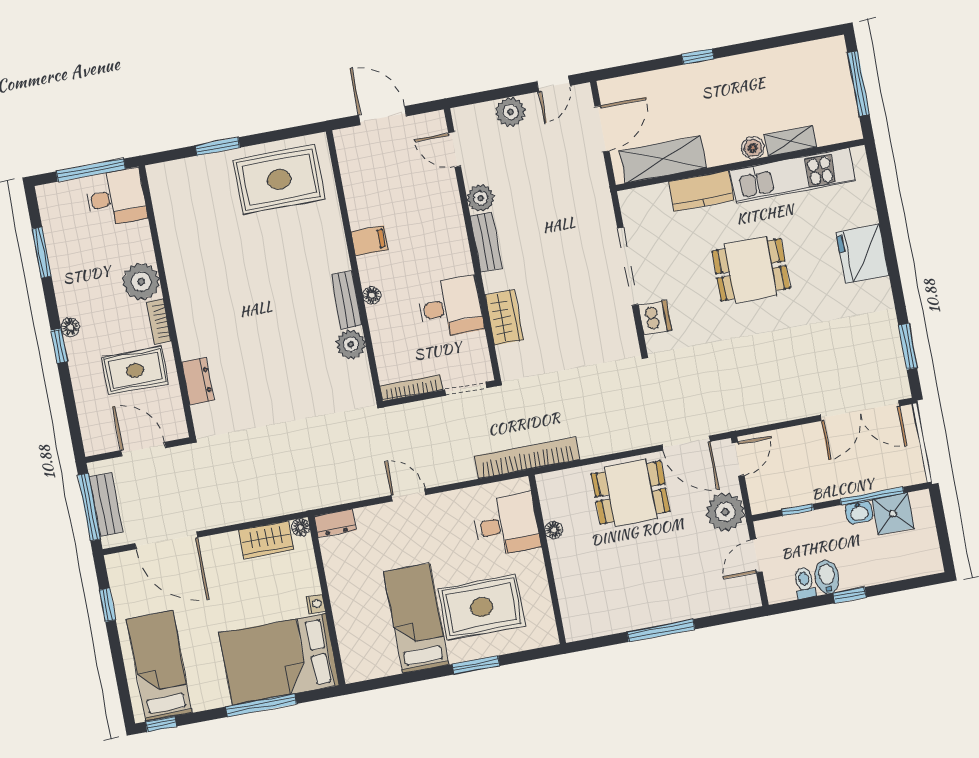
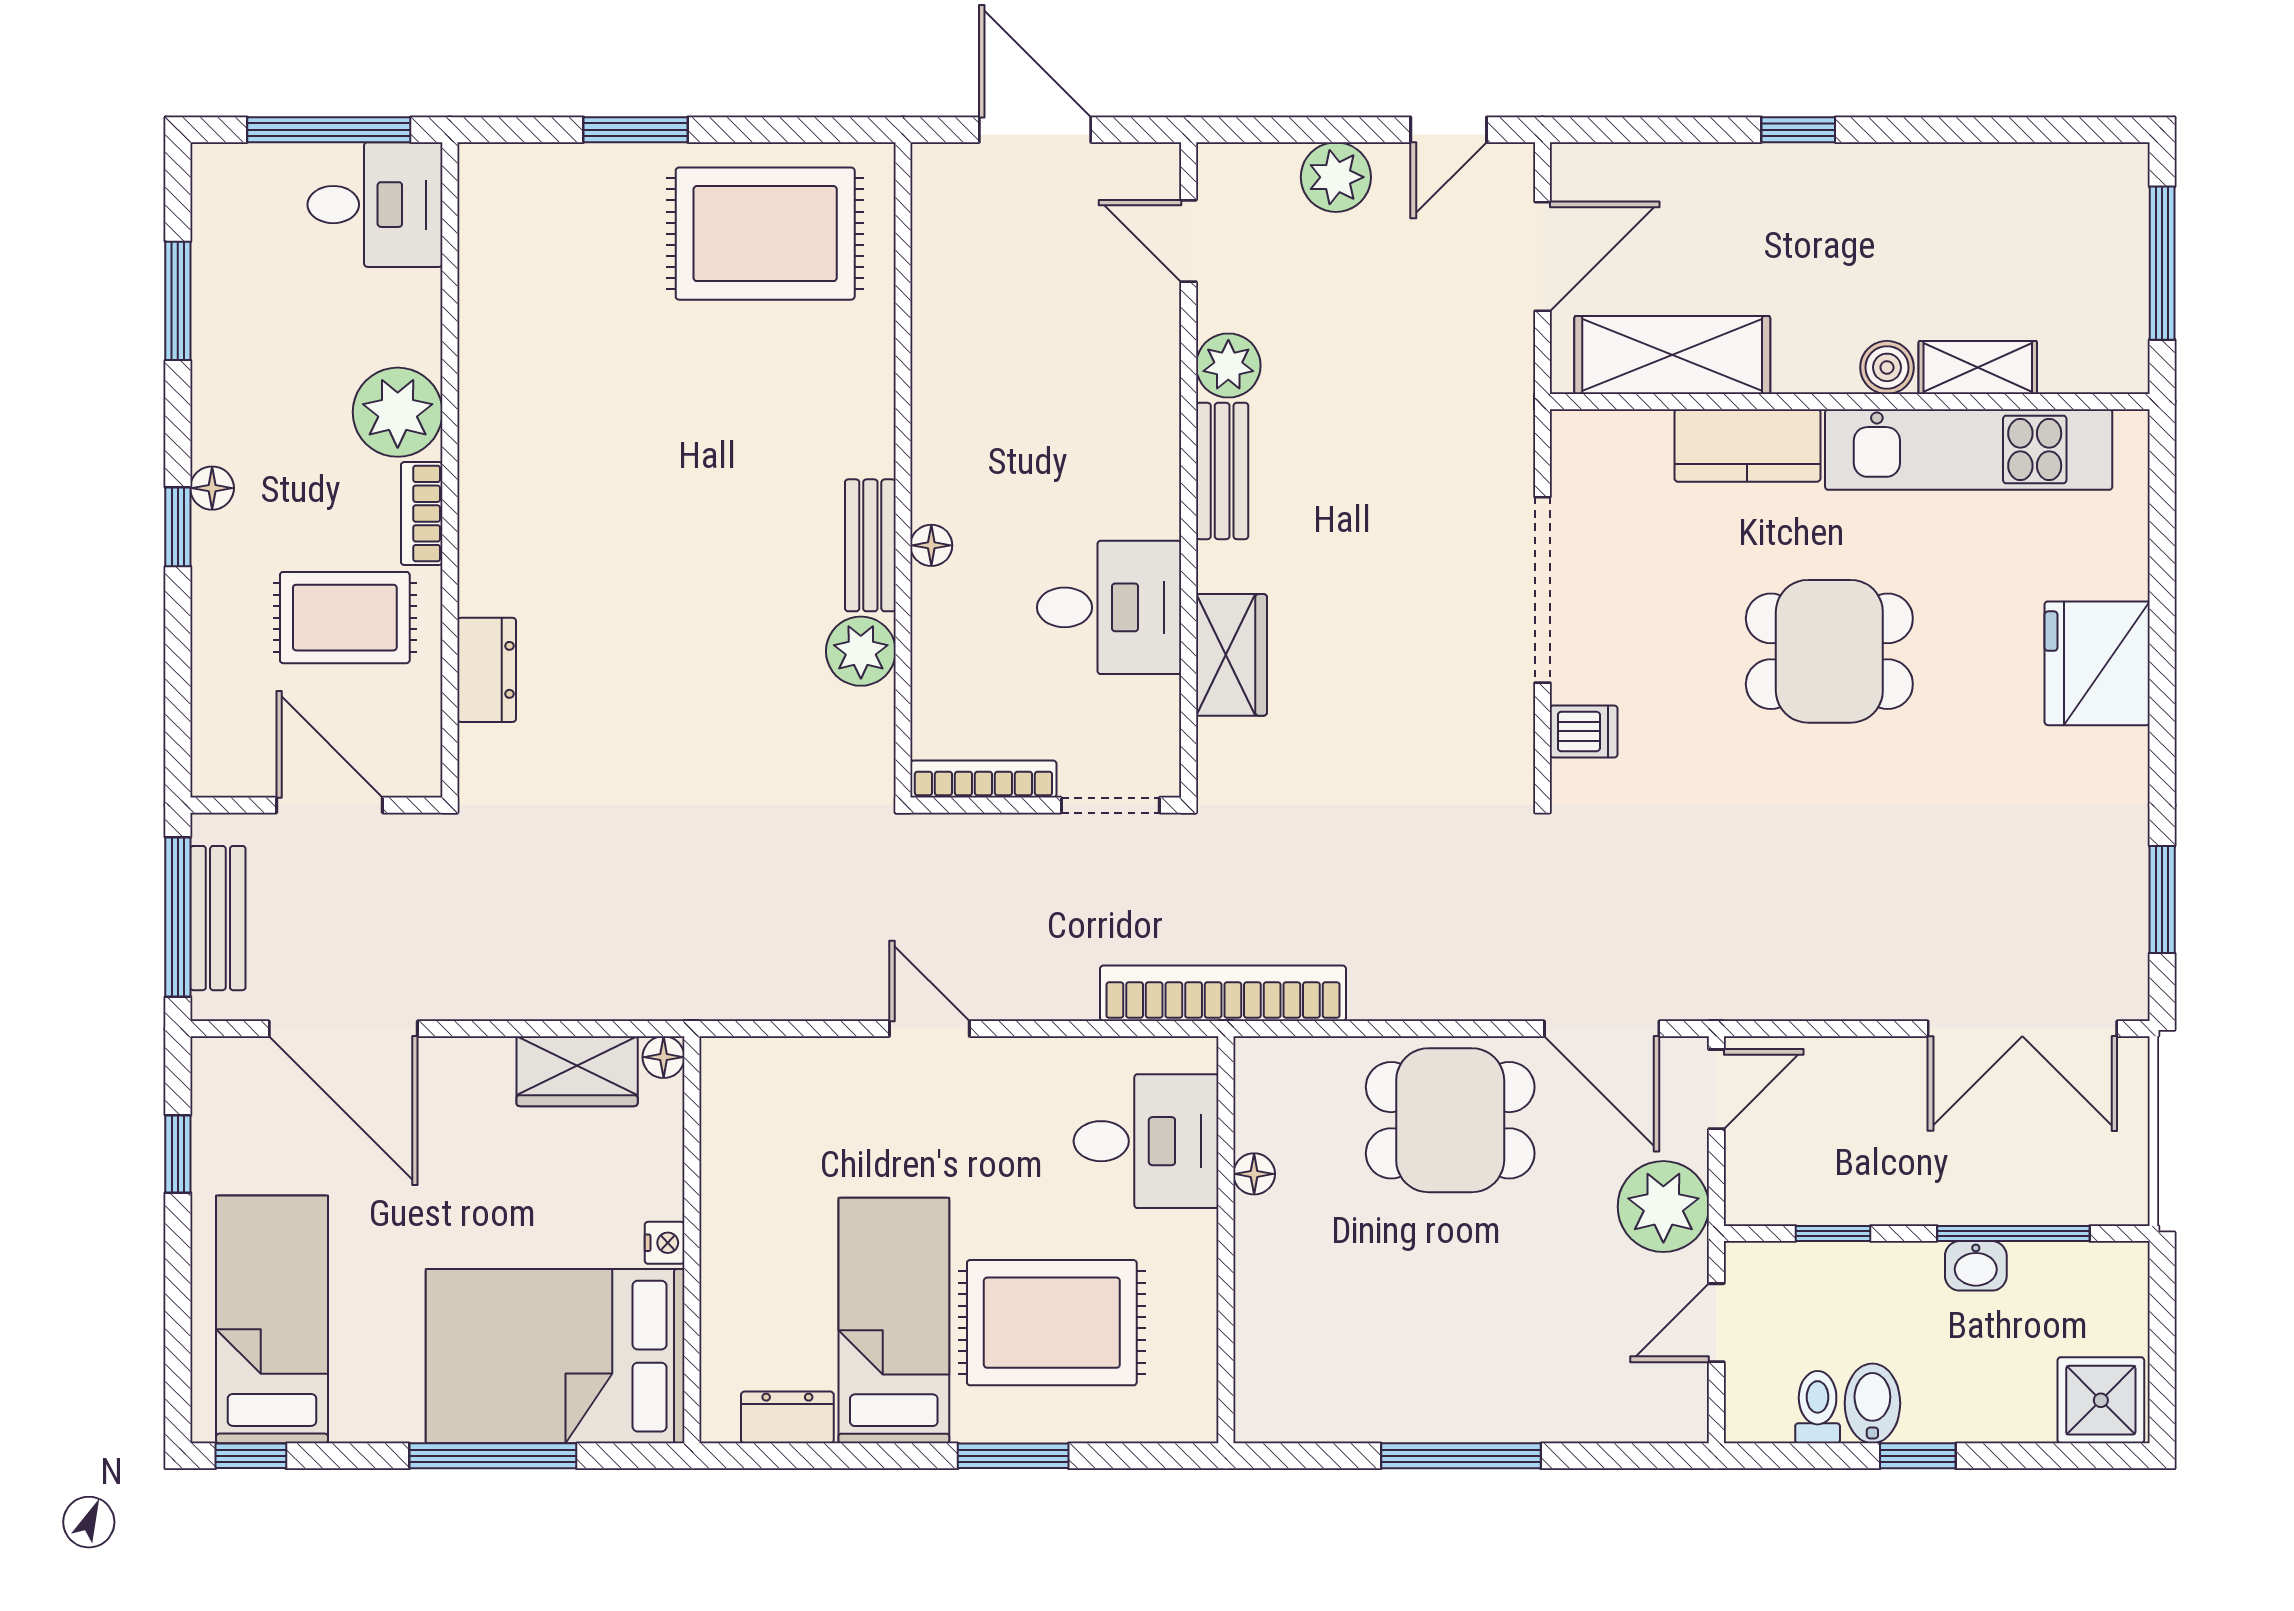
filing cabinet: (370, 241) -> (950, 416), removed
dishwasher: (655, 318) -> (1584, 731), width x0.73
shower: (893, 514) -> (2101, 1400), moved
dresser: (335, 523) -> (787, 1417), moved, turned 180

